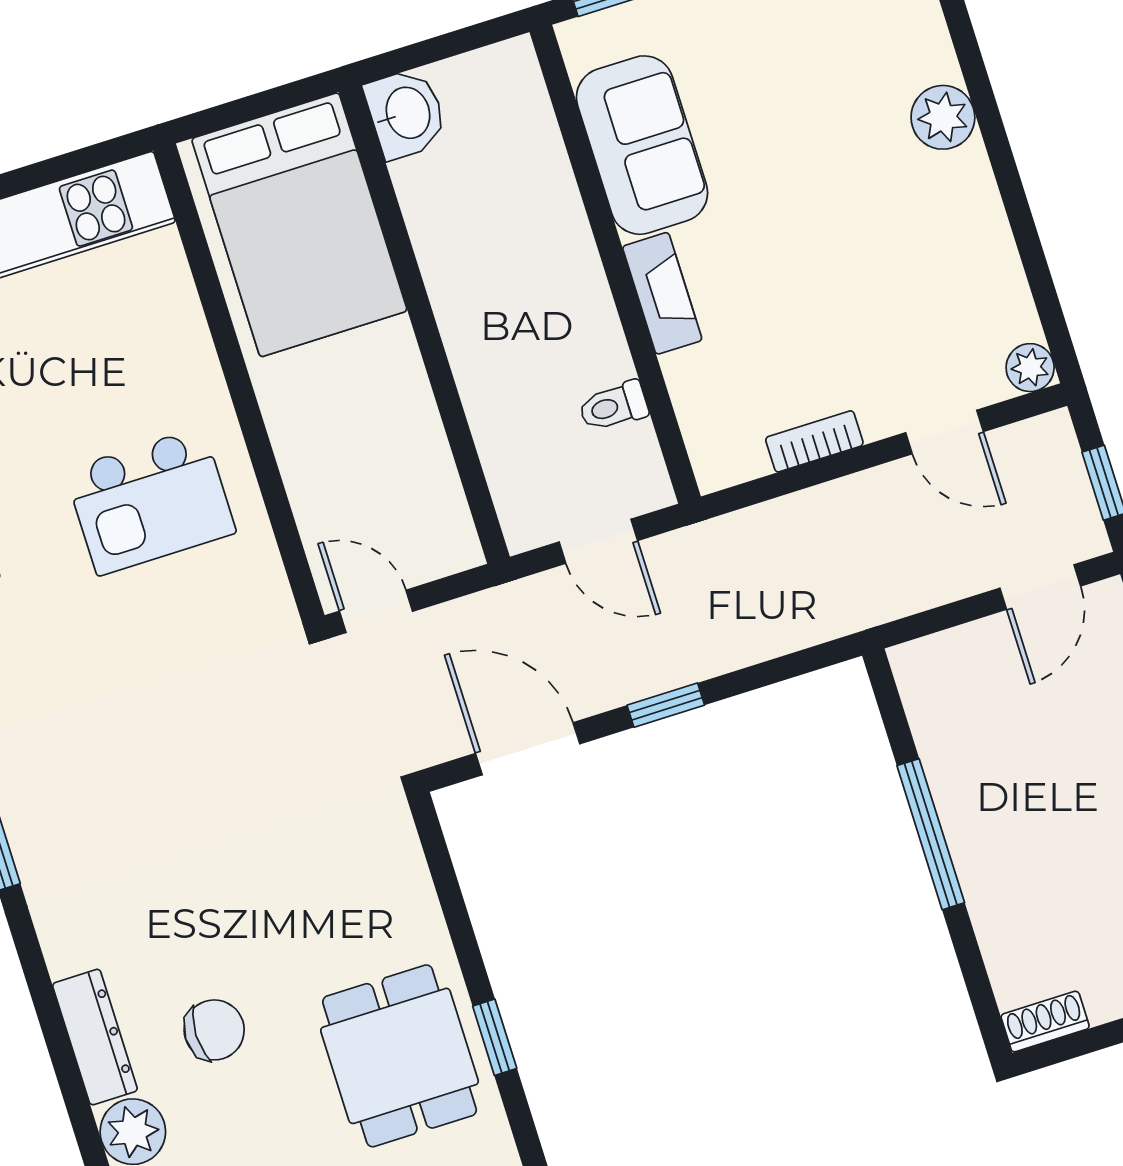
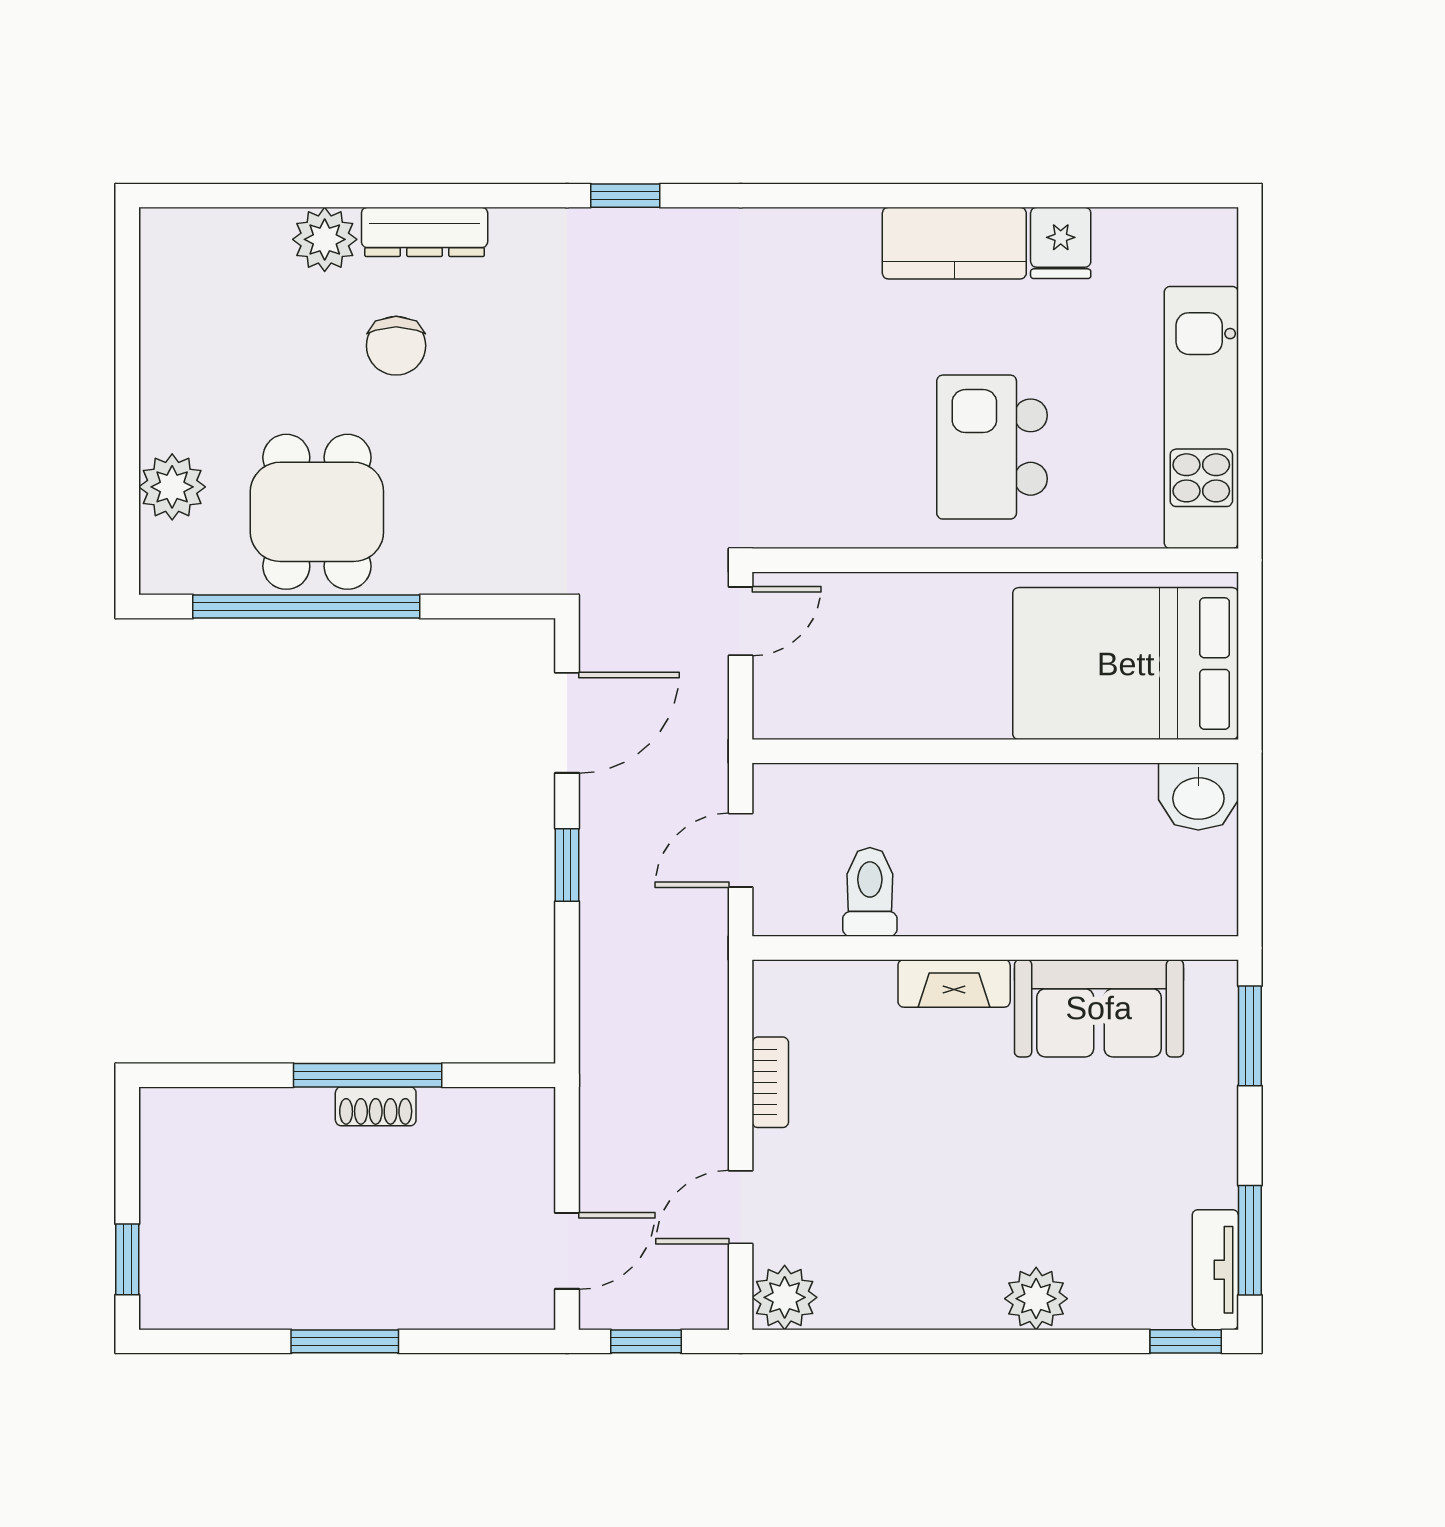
plant: (1030, 368) -> (785, 1297), width x1.38, depth x1.38
toilet: (613, 406) -> (870, 892), width x1.37, depth x1.39
kitchen island: (150, 501) -> (992, 447), moved
door: (1040, 587) -> (567, 1251), swing flipped
shoe rack: (1045, 1022) -> (376, 1106), moved, turned 90
window: (495, 1037) -> (306, 607), width x3.17
dining table: (400, 1056) -> (317, 512), turned 90

